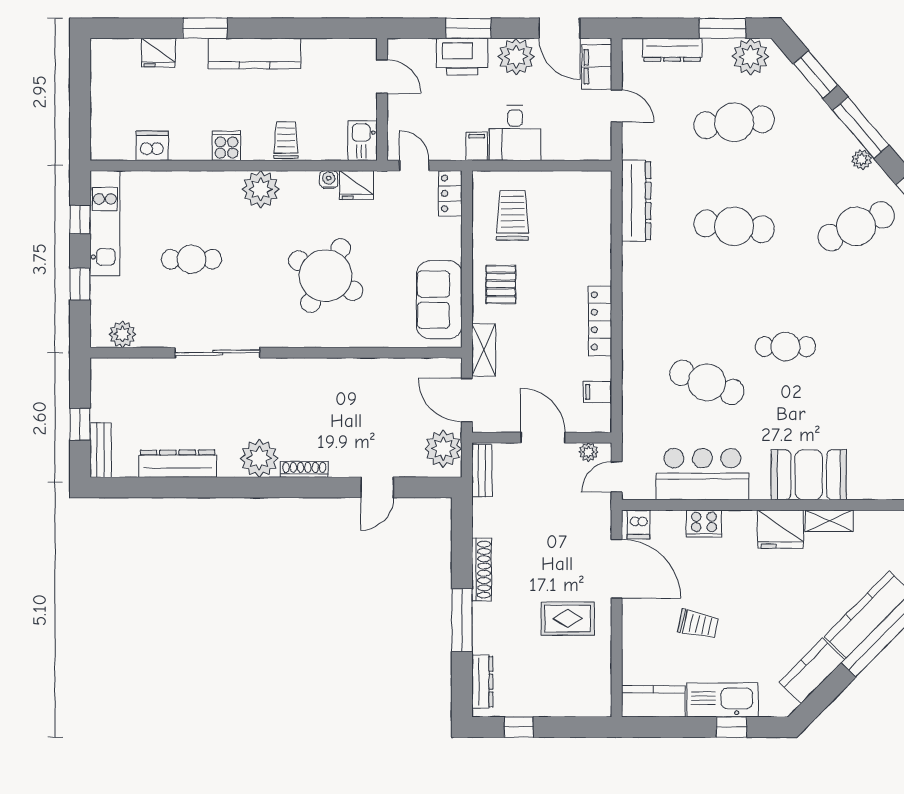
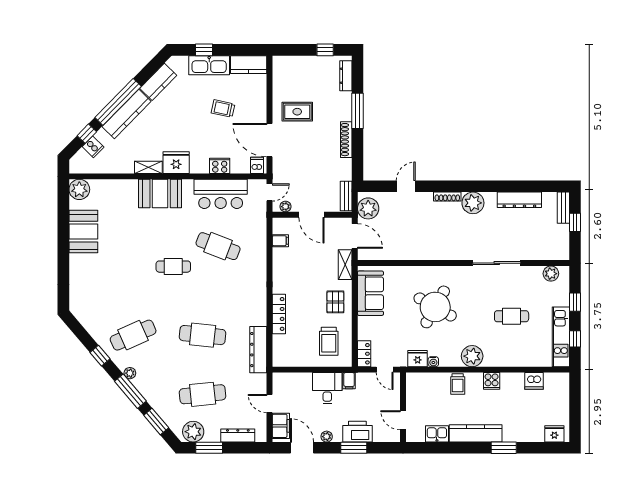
fridge: (158, 53) -> (554, 434), moved
plant: (516, 57) -> (327, 437), width x0.53, depth x0.53
kitchen sink: (363, 141) -> (437, 434), moved, turned -90
locker: (600, 321) -> (279, 314), moved

